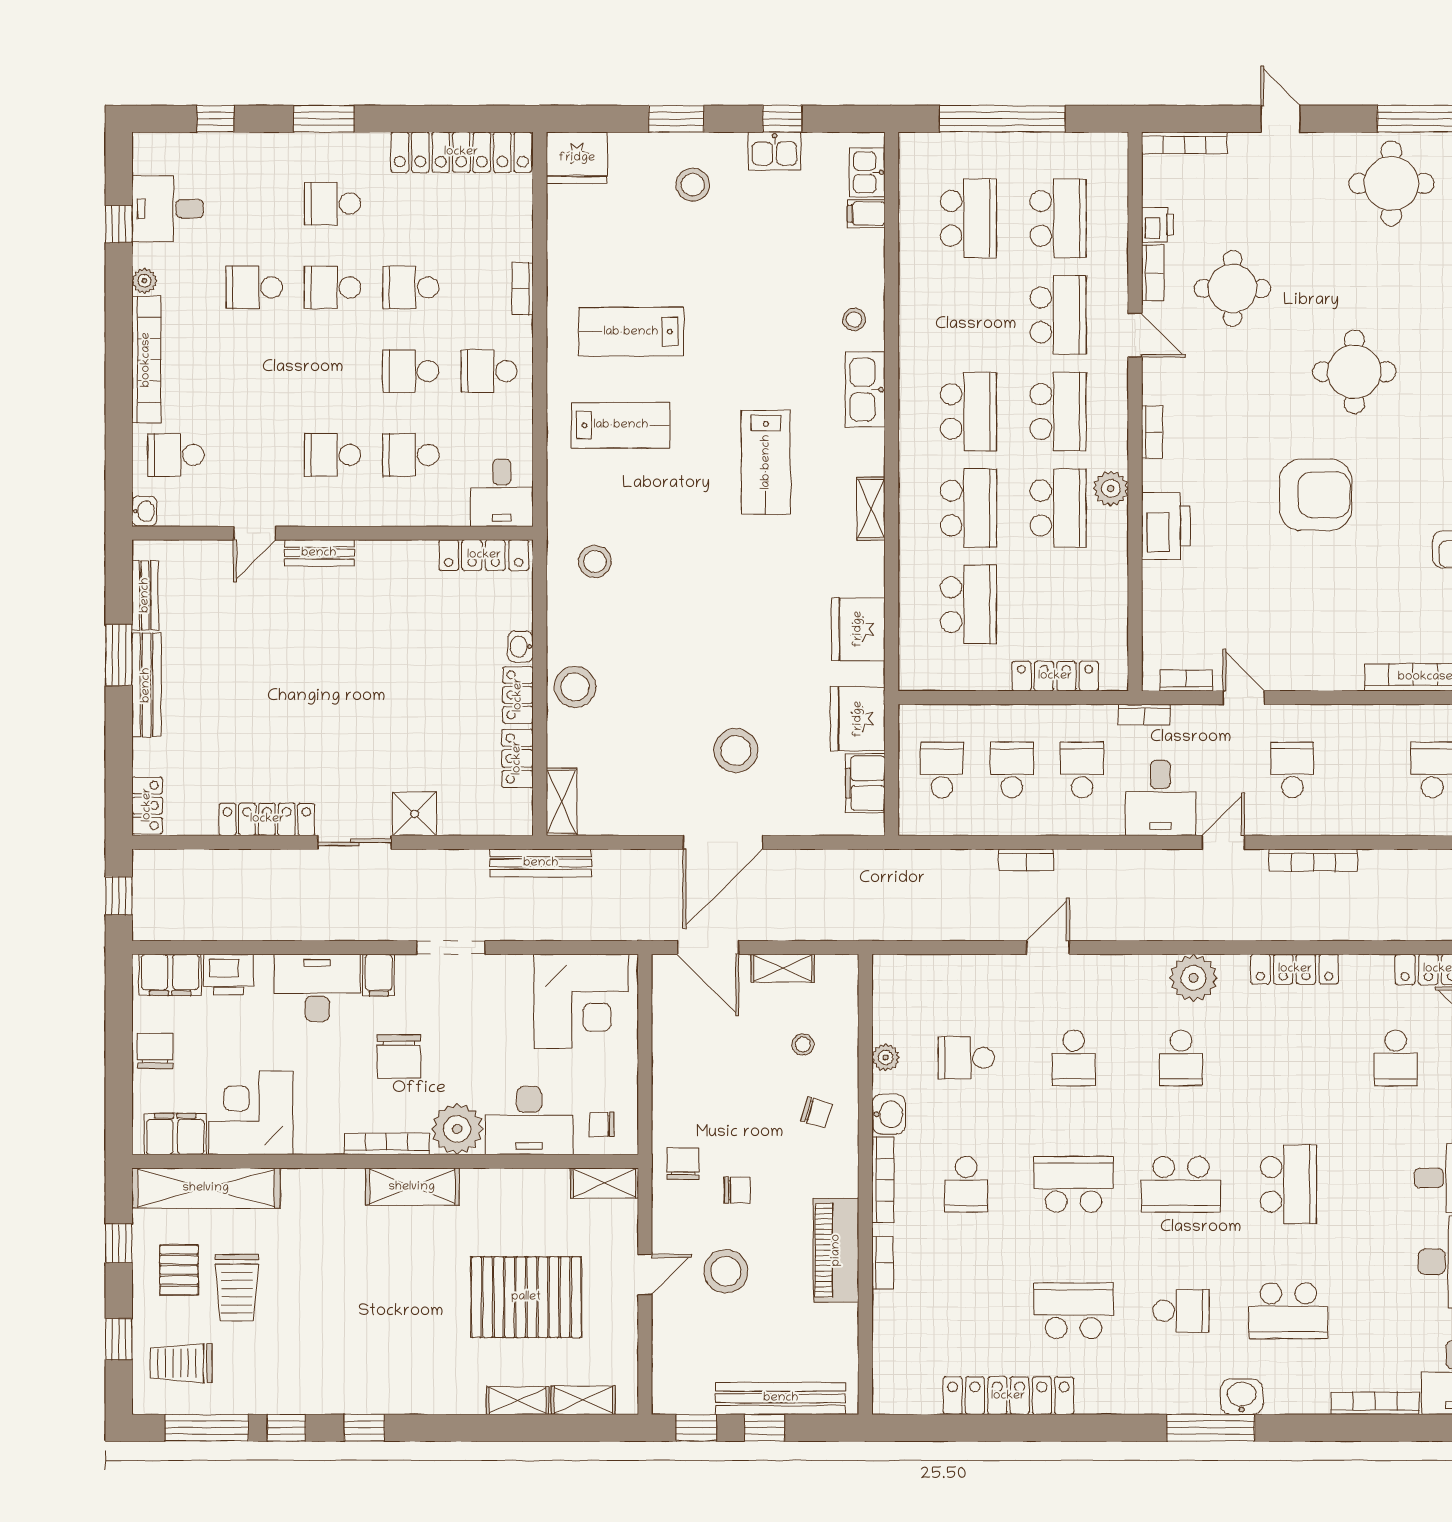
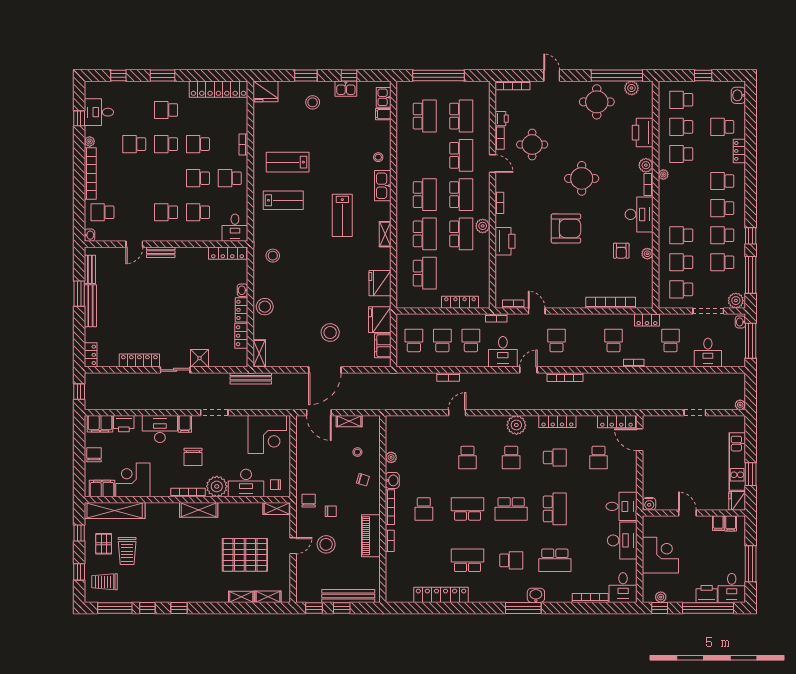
school desk: (966, 1058) -> (555, 458), moved, turned 180

